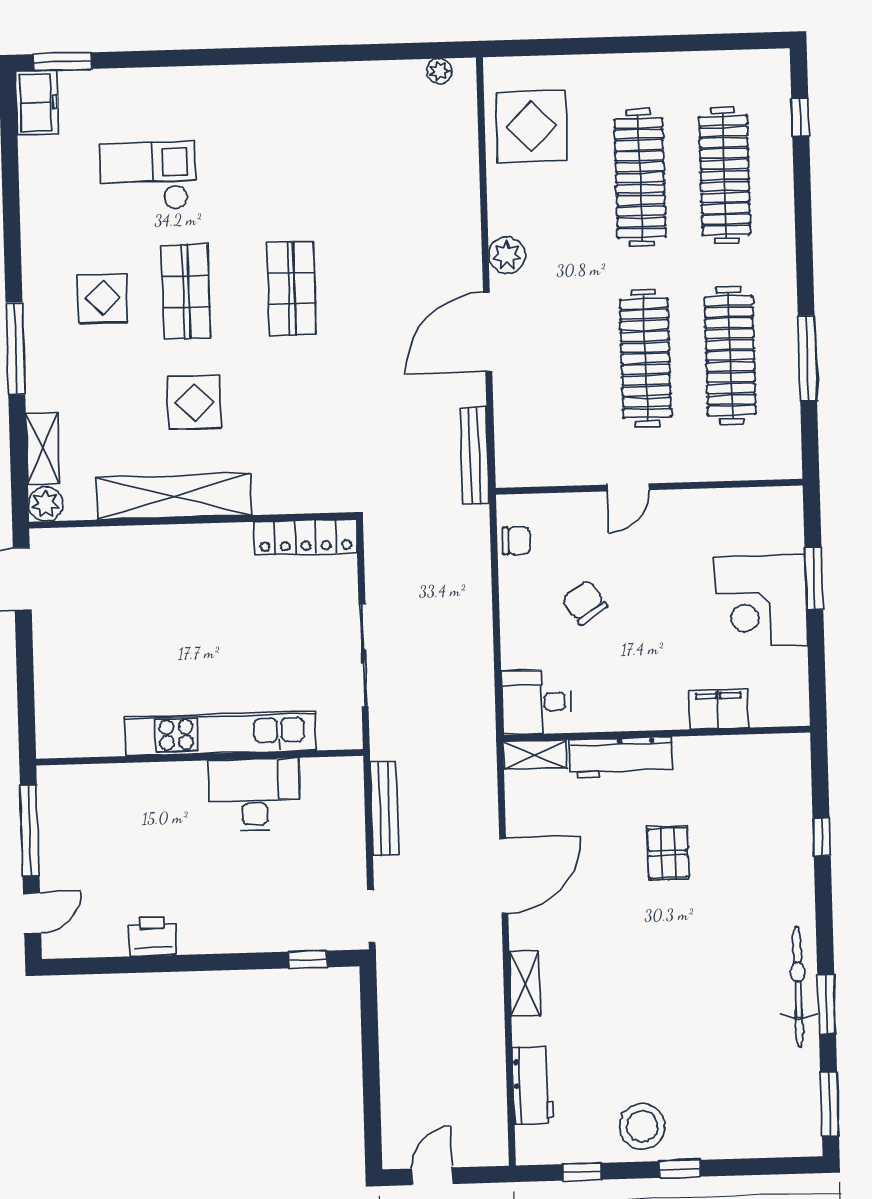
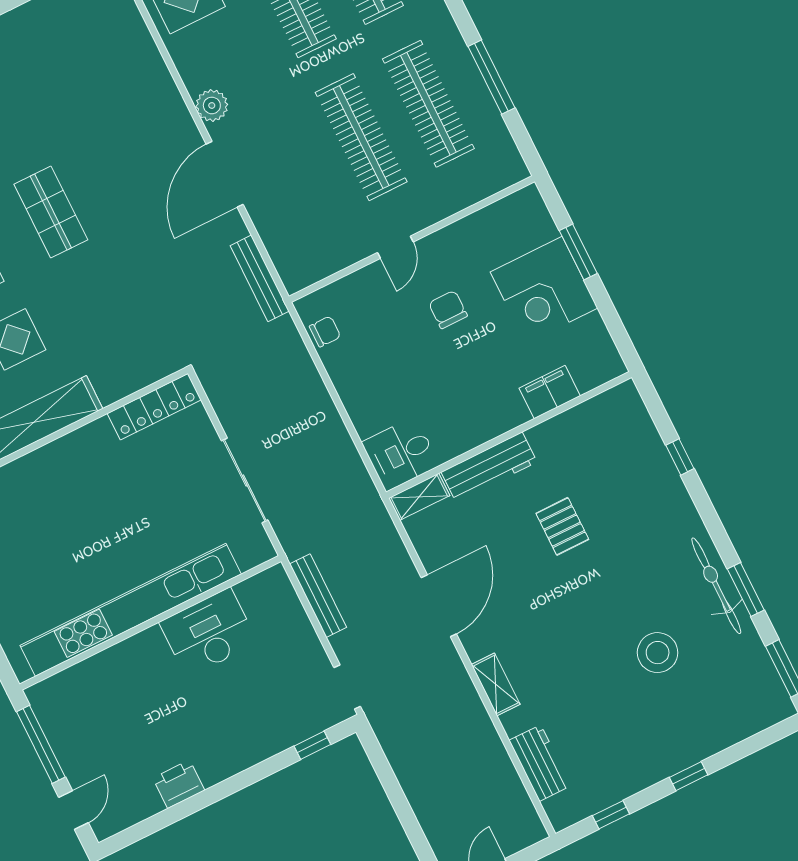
chair: (585, 603) -> (448, 309), moved, turned 34
kitchen unit: (220, 734) -> (131, 610), width x1.36
stool: (642, 1127) -> (658, 653), moved

